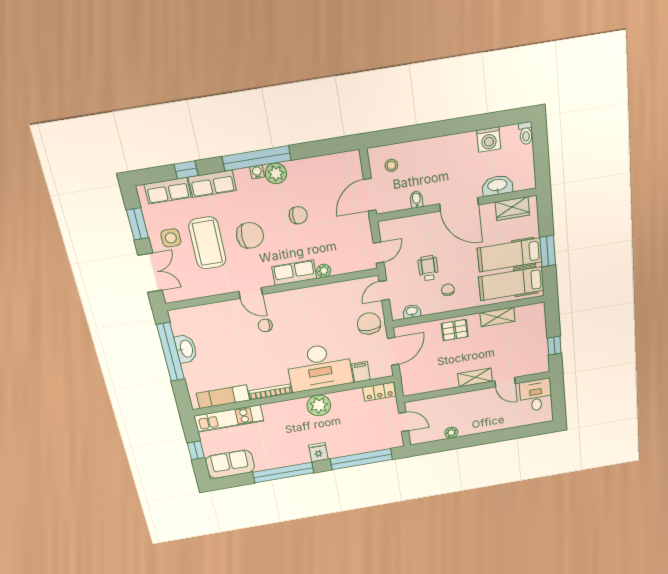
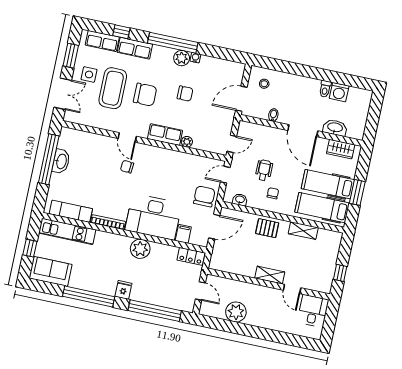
toilet: (526, 133) -> (325, 89), moved
water cooler: (257, 172) -> (195, 58), moved
plant: (451, 433) -> (236, 312), width x1.88, depth x1.88

